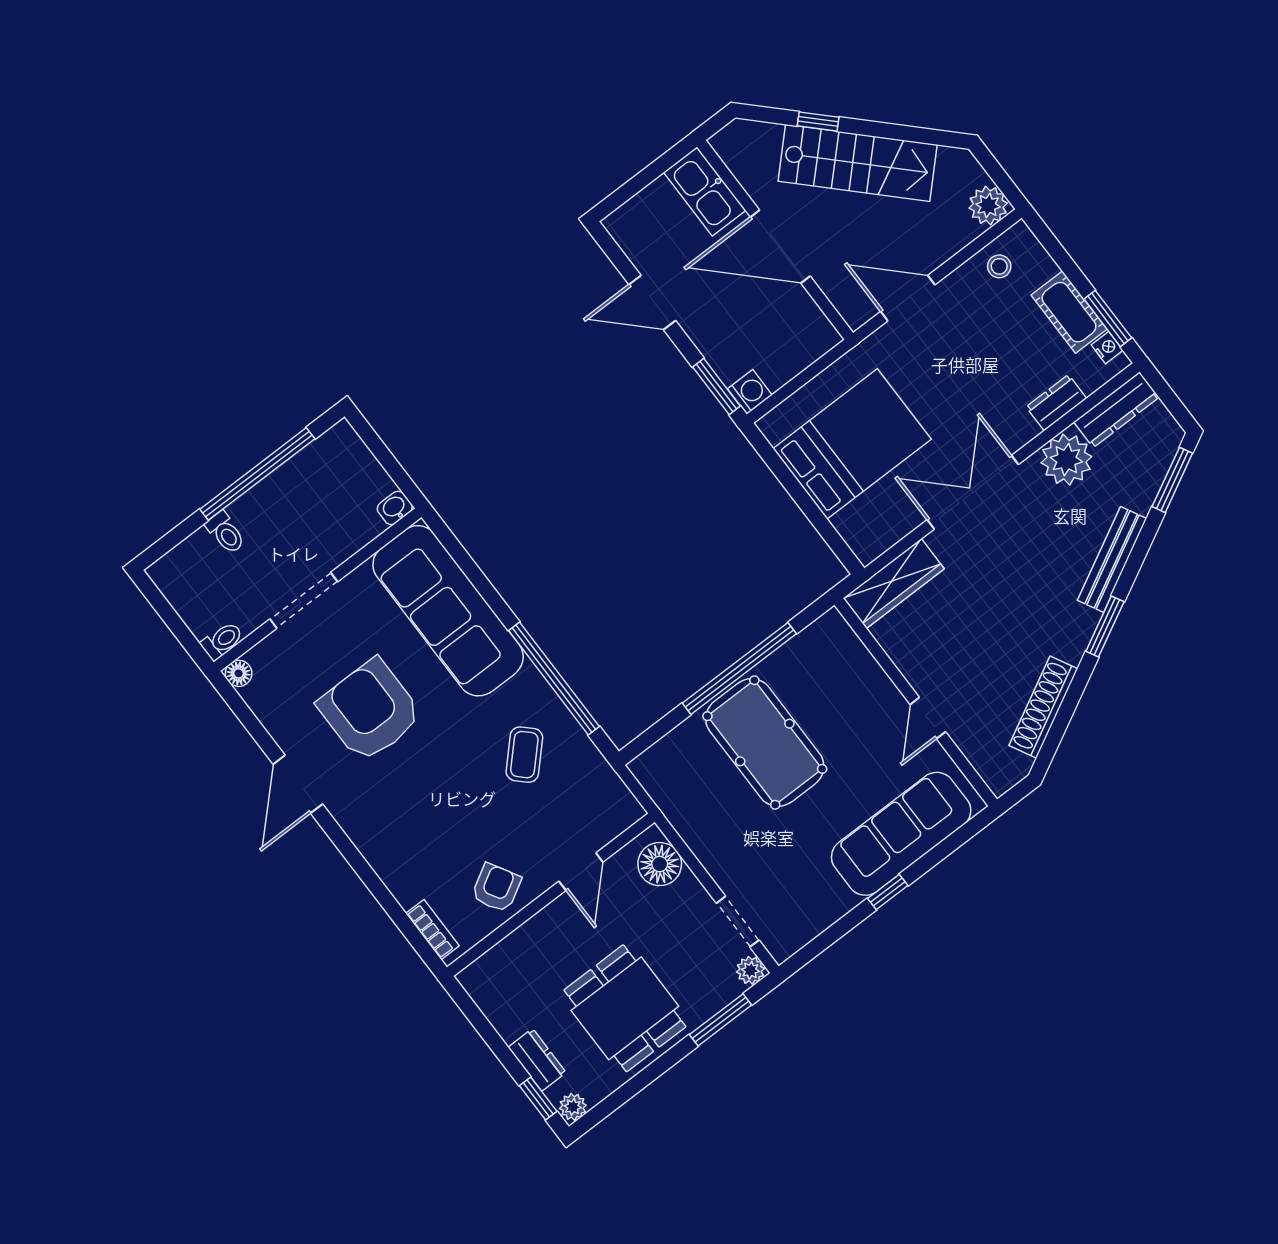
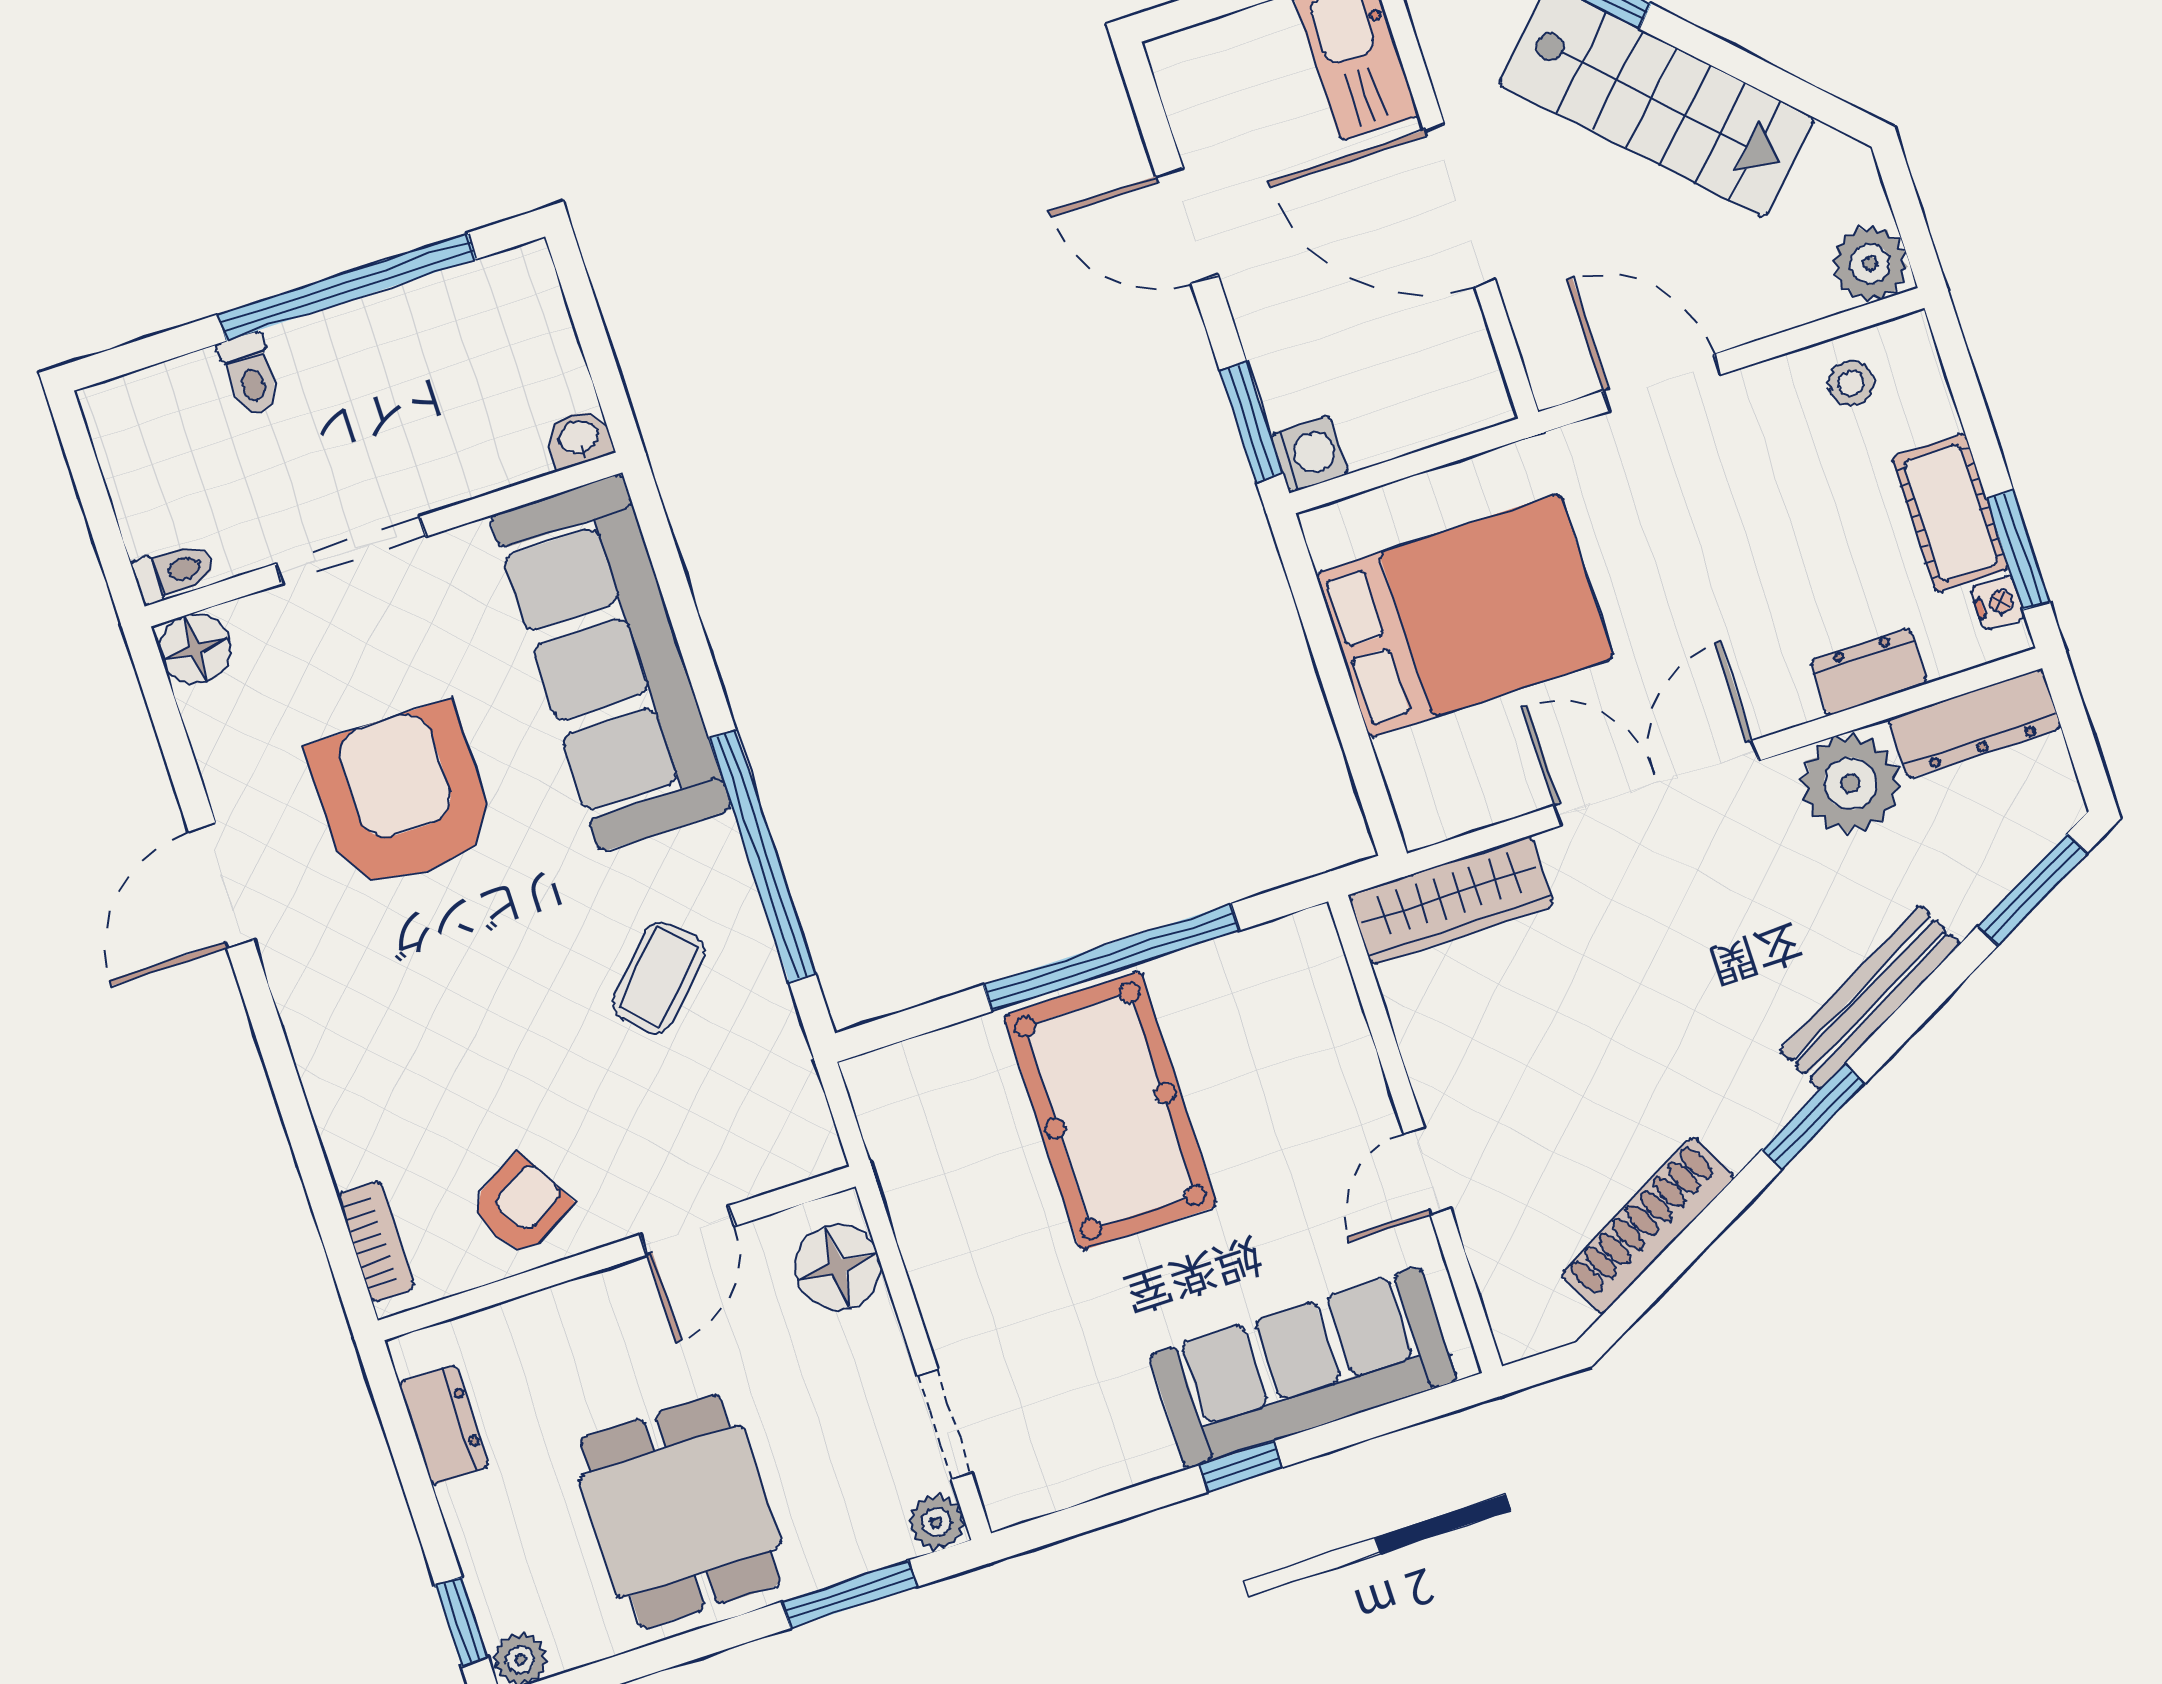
floor lamp: (239, 673) -> (195, 649), width x1.37, depth x1.37
dresser: (537, 1060) -> (444, 1425), moved

